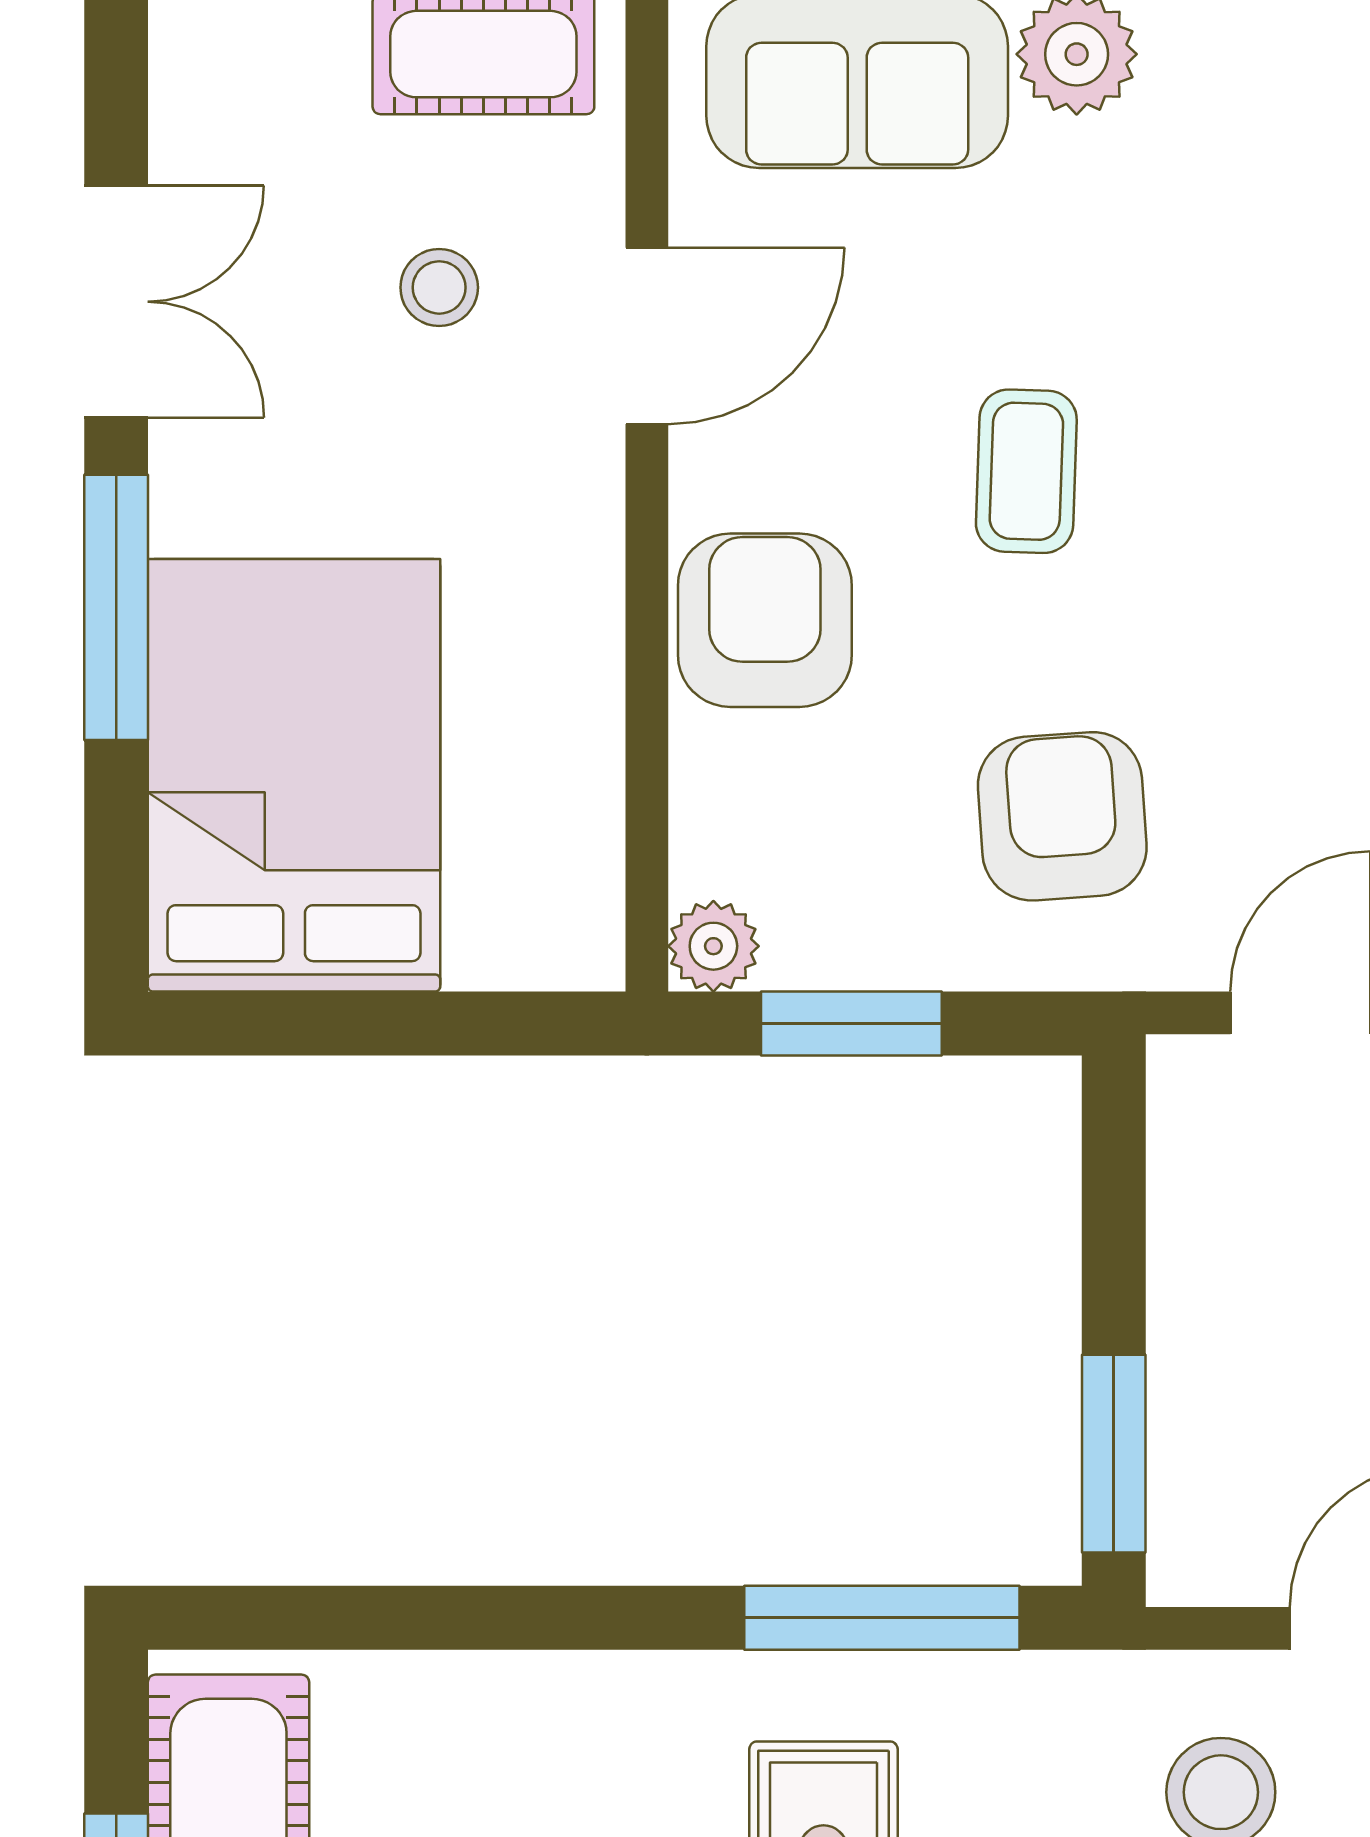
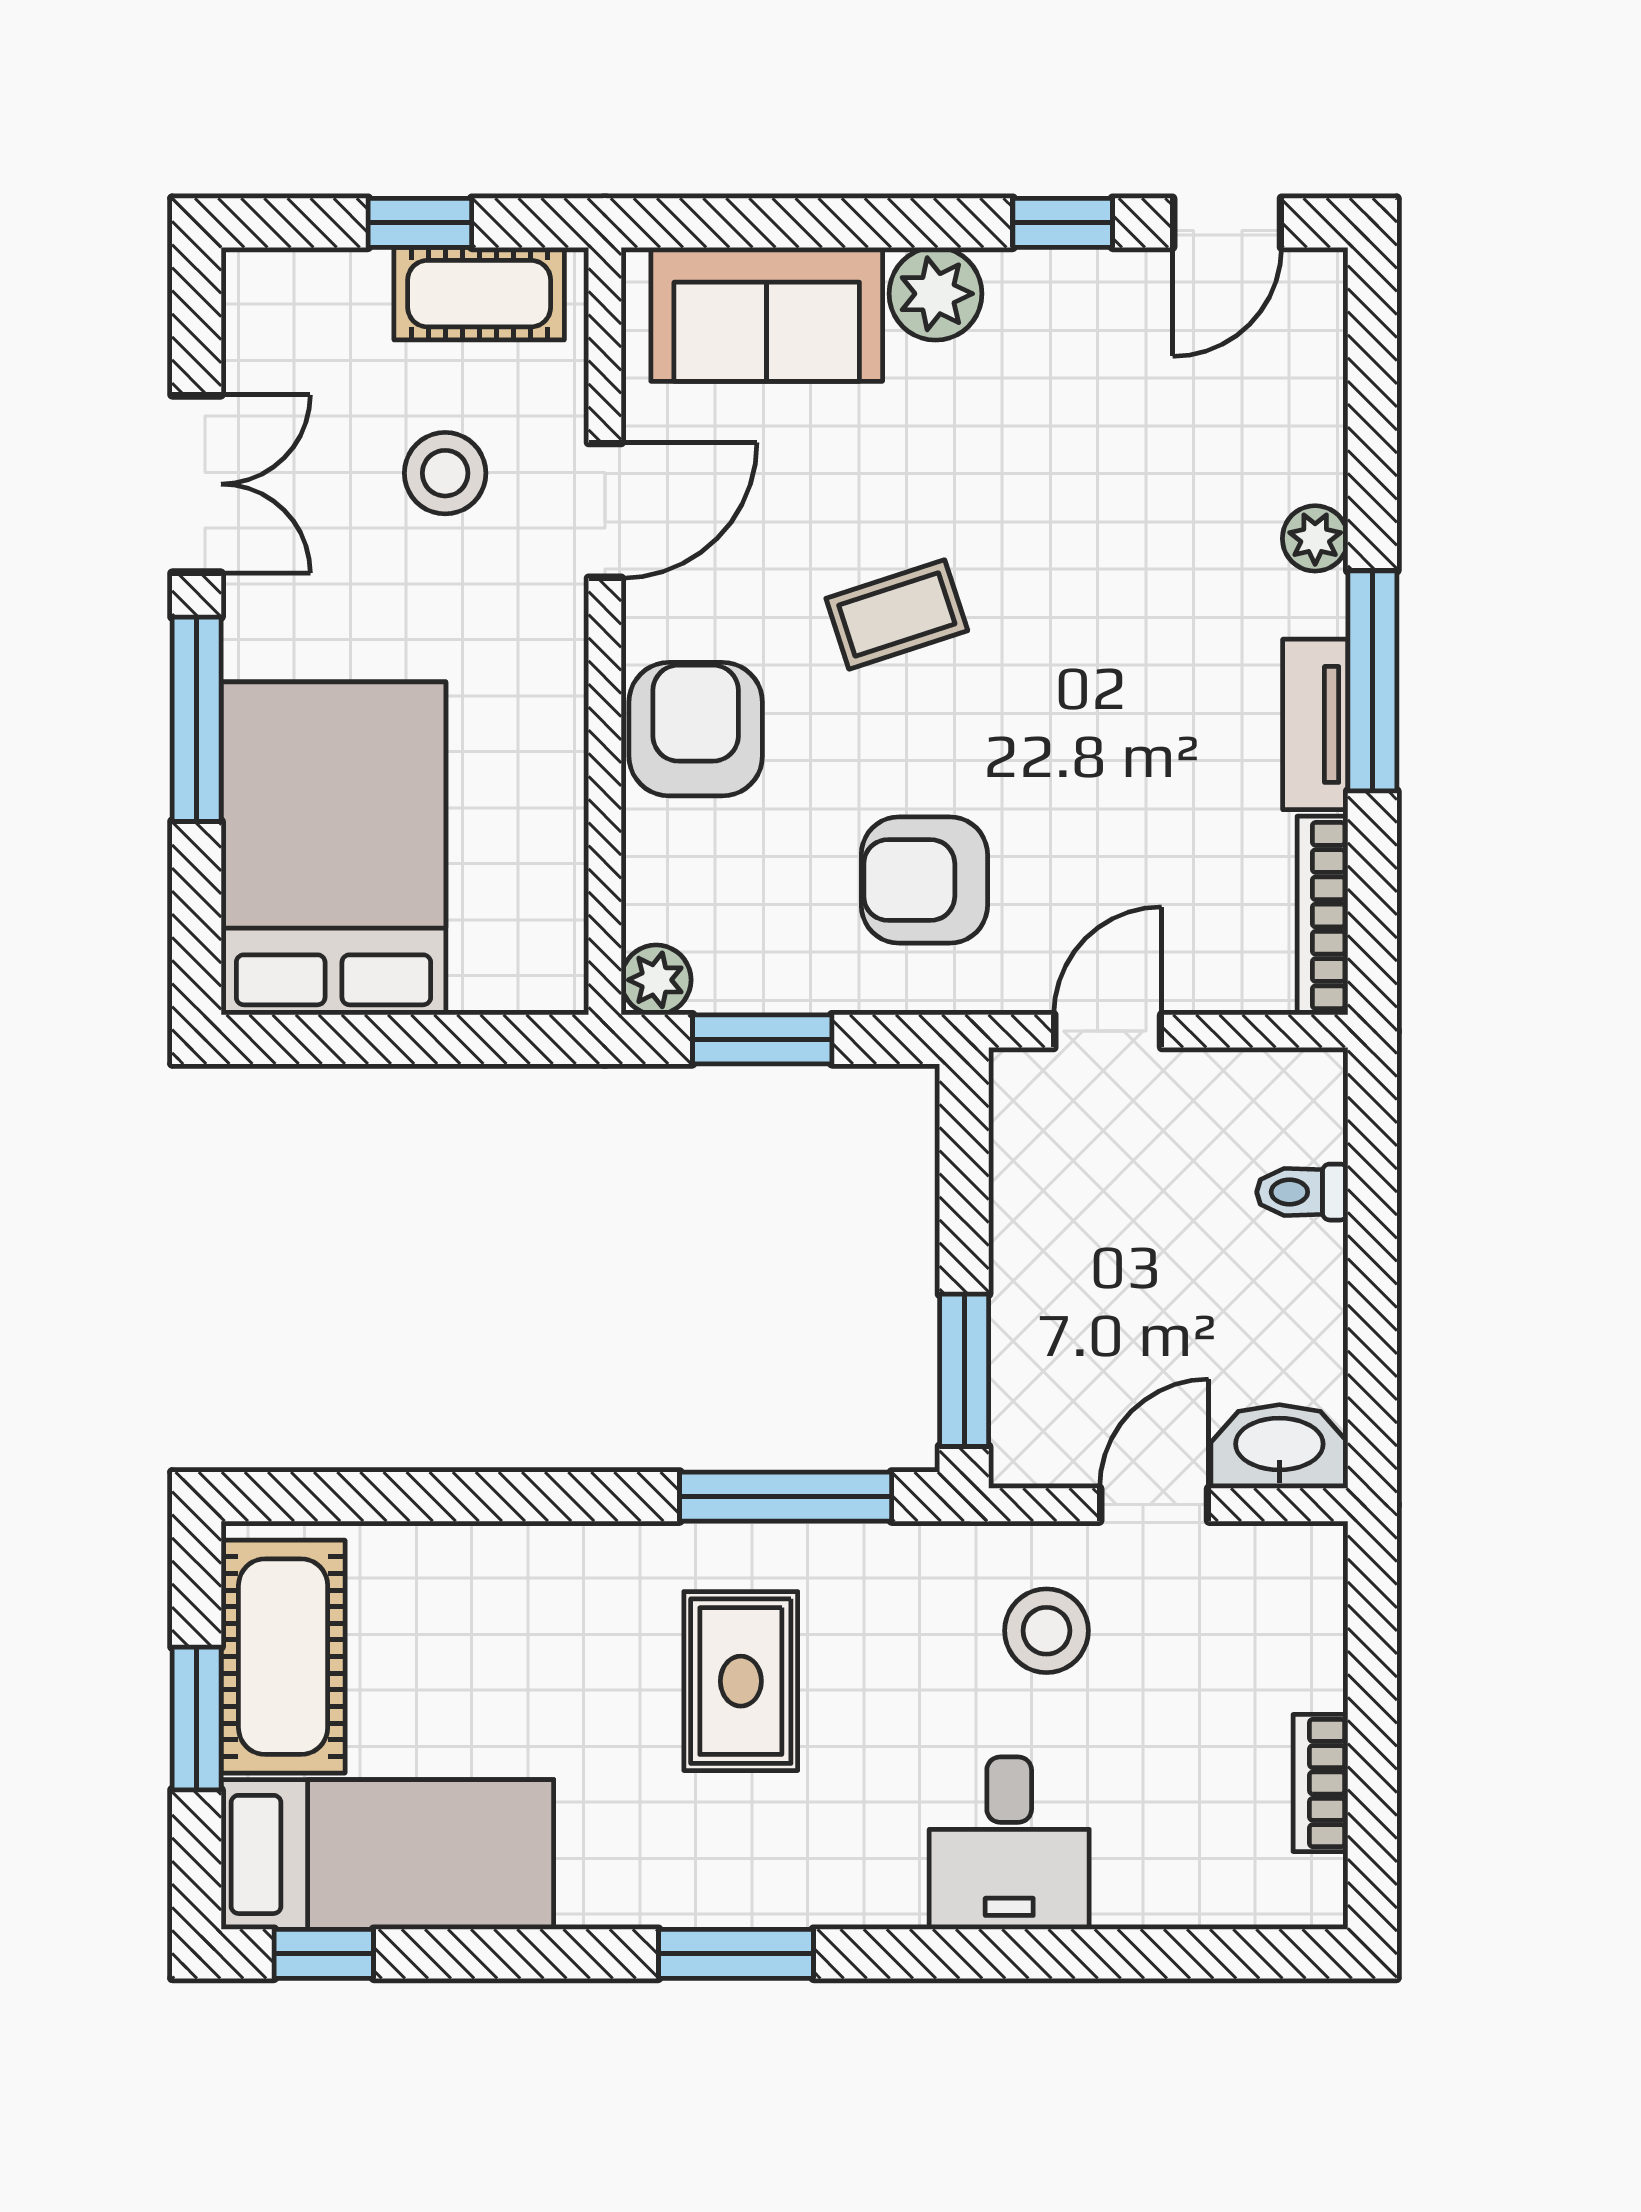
stool: (439, 287) -> (445, 473), width x1.37, depth x1.37
coffee table: (1026, 471) -> (897, 615), turned 70
armchair: (1062, 816) -> (924, 880), turned -86

